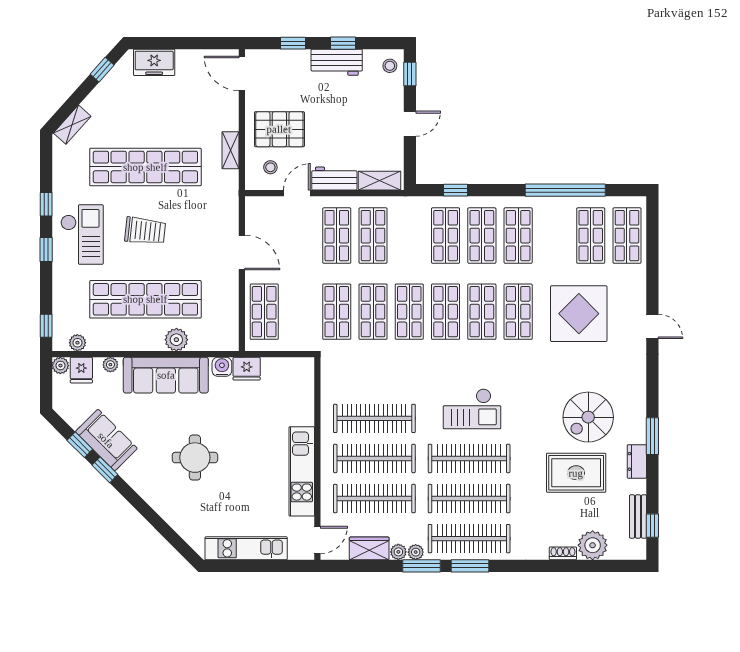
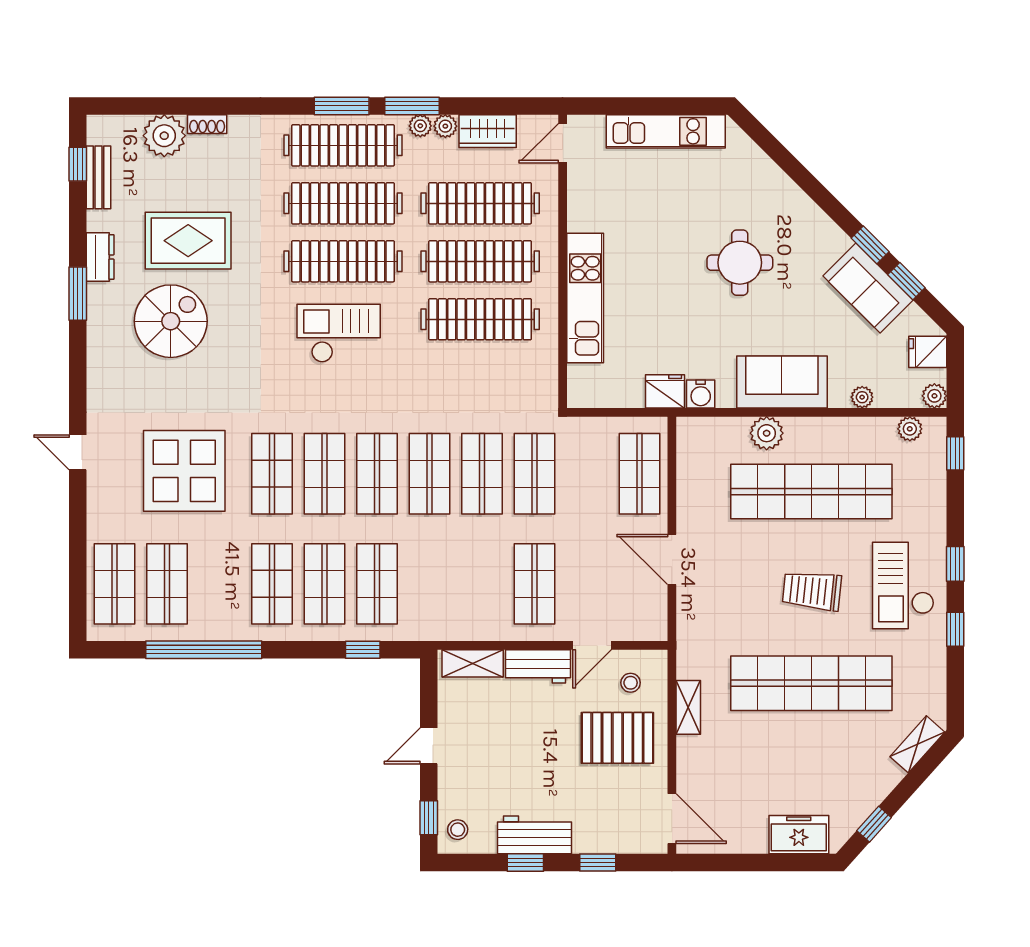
shop shelf: (373, 236) -> (482, 584), removed
fridge: (81, 370) -> (928, 352), moved, turned -90
sofa: (166, 375) -> (782, 382), width x0.73
kitchen unit: (302, 471) -> (585, 298), moved

